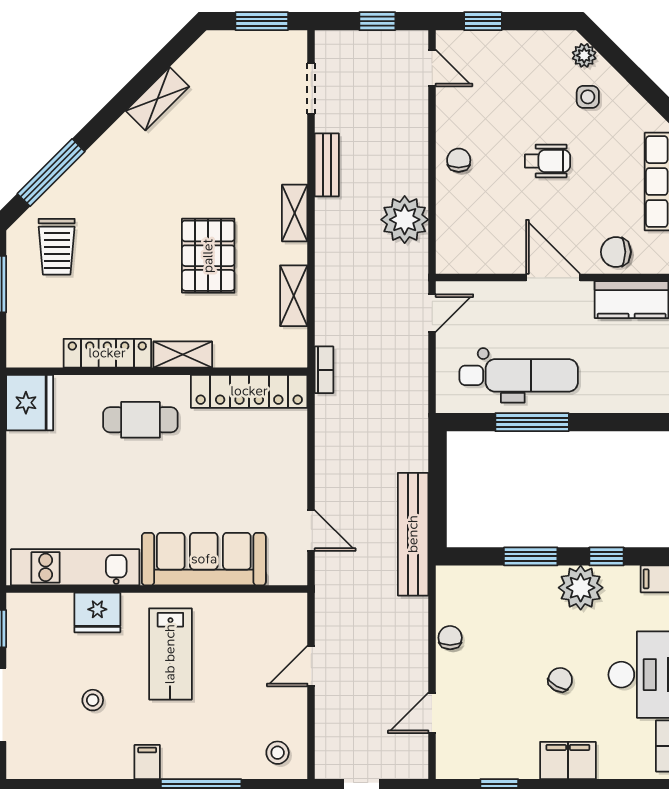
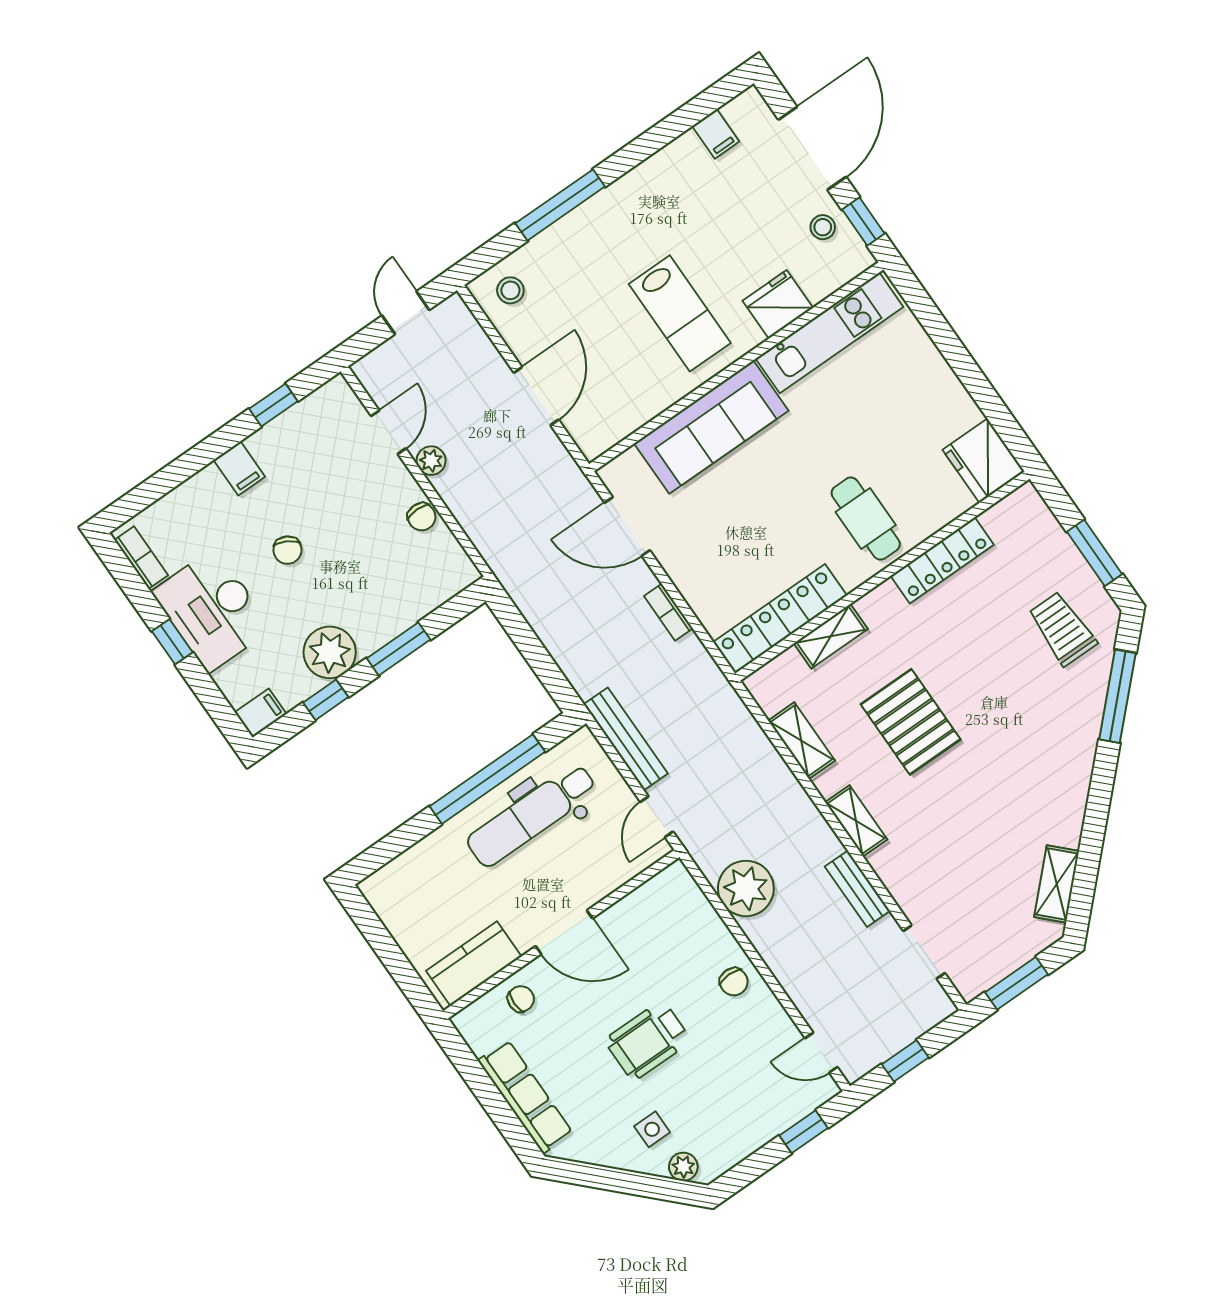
shelving: (158, 99) -> (1057, 884), moved
wheelchair: (547, 161) -> (648, 1041), width x1.36, depth x1.37
chair: (616, 252) -> (521, 999), width x0.73, depth x0.73
shelving: (183, 355) -> (831, 636), moved
bookcase: (324, 370) -> (668, 612), moved
cafe table: (140, 420) -> (866, 519), turned 90
window: (532, 422) -> (487, 779), width x1.46
door: (311, 531) -> (627, 526), width x1.38
bench: (413, 534) -> (626, 739), moved, width x0.73, depth x0.82
lab bench: (170, 654) -> (680, 313), turned 180
door: (311, 666) -> (536, 396), width x1.38
plant: (416, 672) -> (431, 461), added
stool: (93, 700) -> (823, 227), moved
filing cabinet: (568, 760) -> (239, 468), width x0.50
filing cabinet: (147, 762) -> (716, 134), moved

